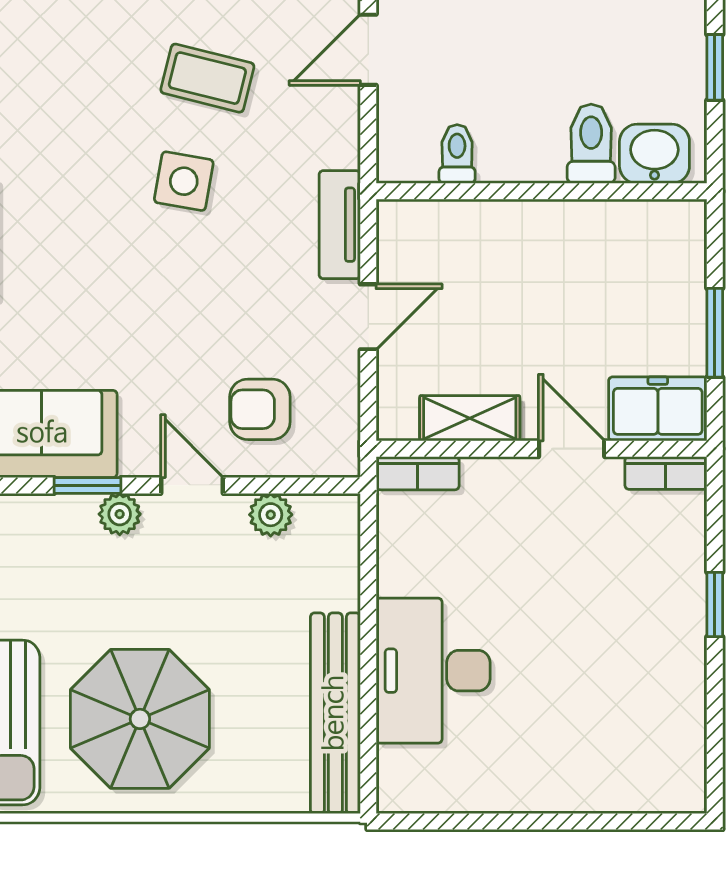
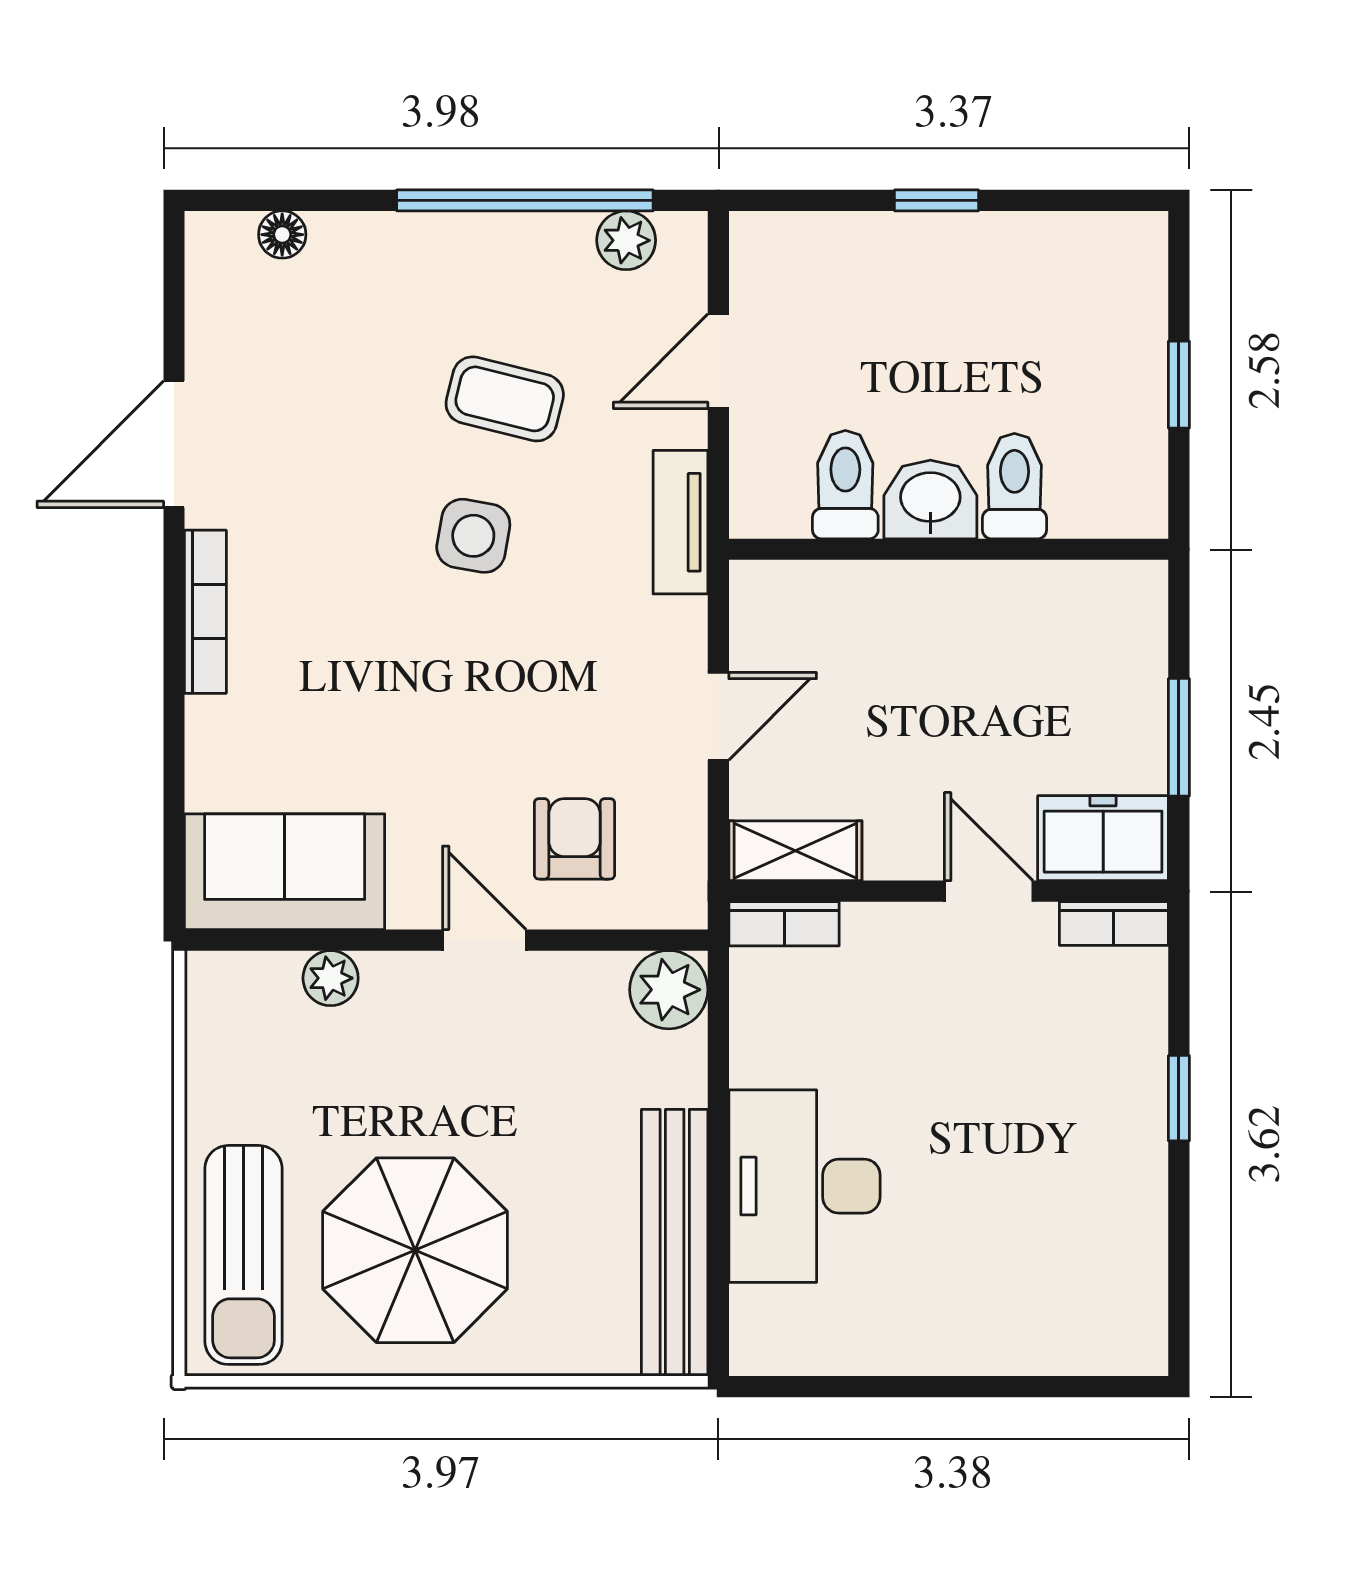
toilet: (457, 154) -> (845, 485), width x1.37, depth x1.39
washbasin: (654, 154) -> (930, 499), moved
tv unit: (340, 225) -> (680, 522), moved
armchair: (260, 409) -> (575, 839), turned 90
shelving: (470, 418) -> (795, 851), moved
window: (87, 485) -> (345, 940), removed
plant: (120, 514) -> (331, 978), moved
plant: (271, 515) -> (669, 990), moved, width x1.38, depth x1.38

